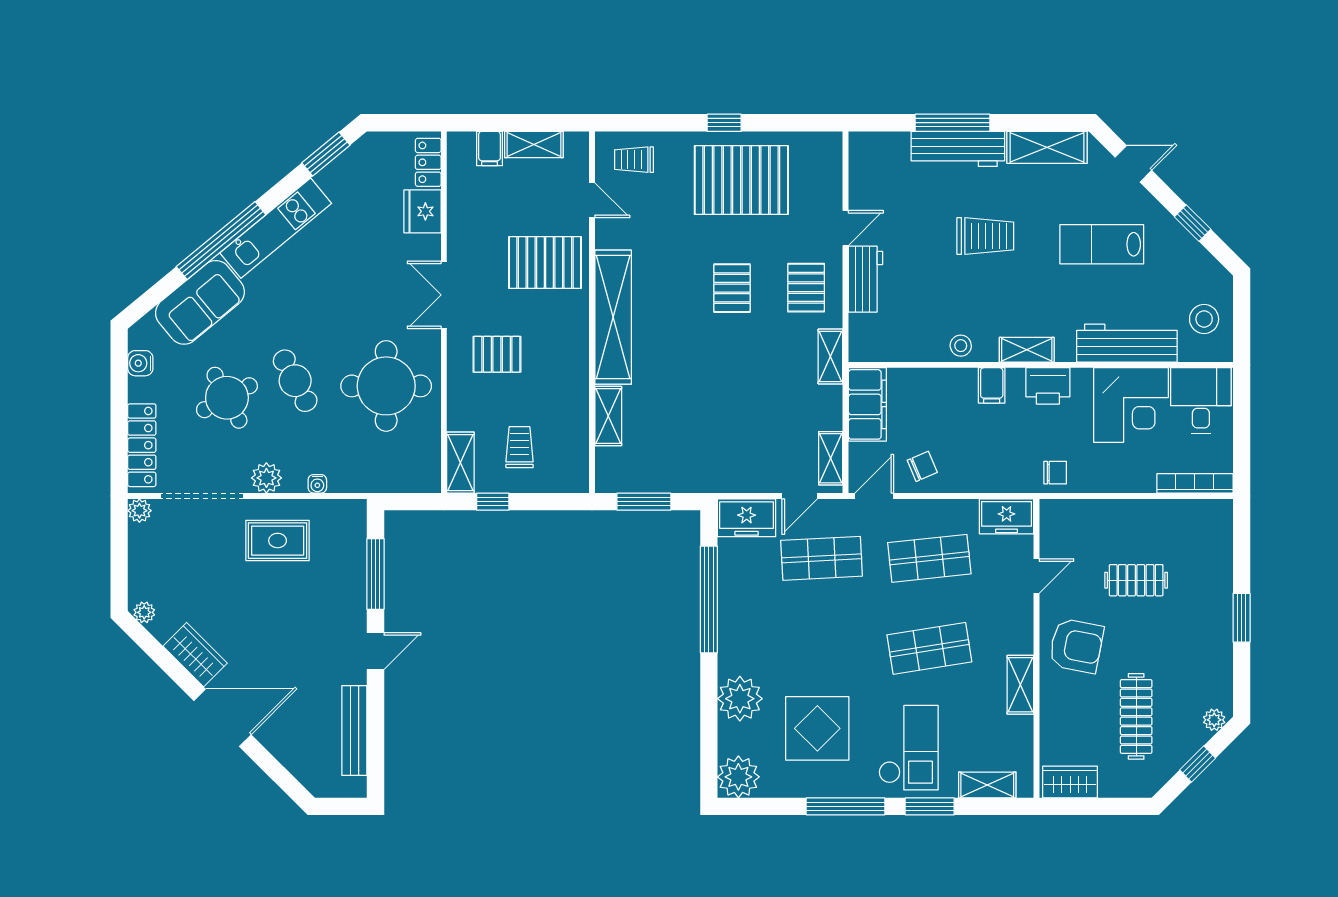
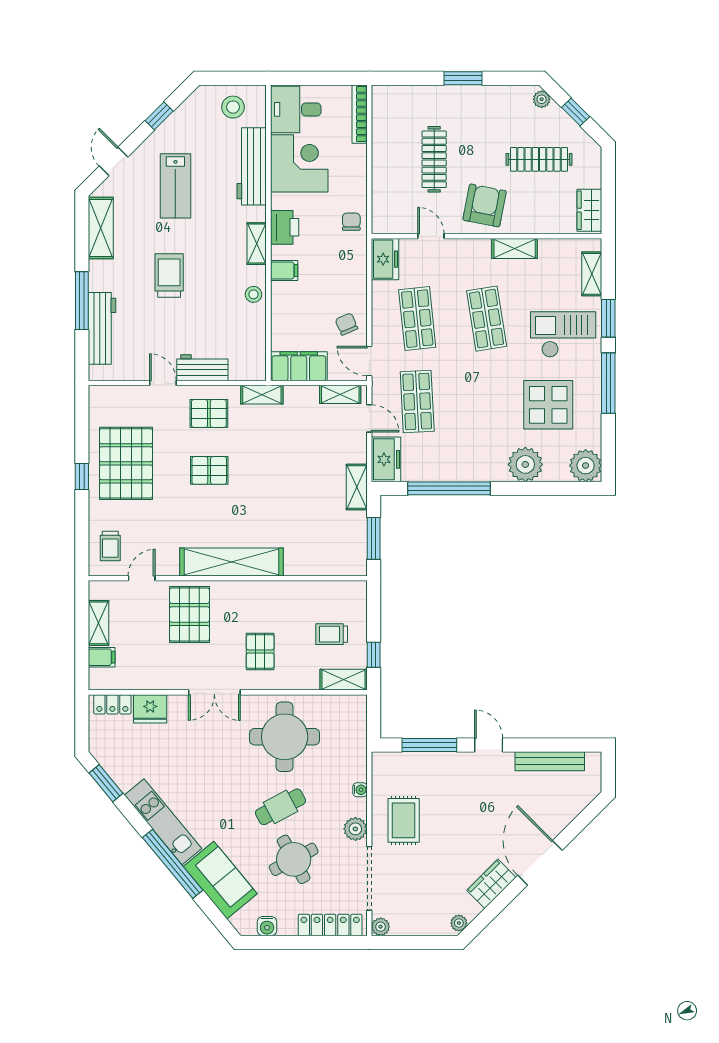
workbench: (958, 149) -> (102, 328), moved
shelving: (608, 416) -> (357, 487), moved, turned 90
clothes rail: (1136, 580) -> (434, 159), width x1.36

